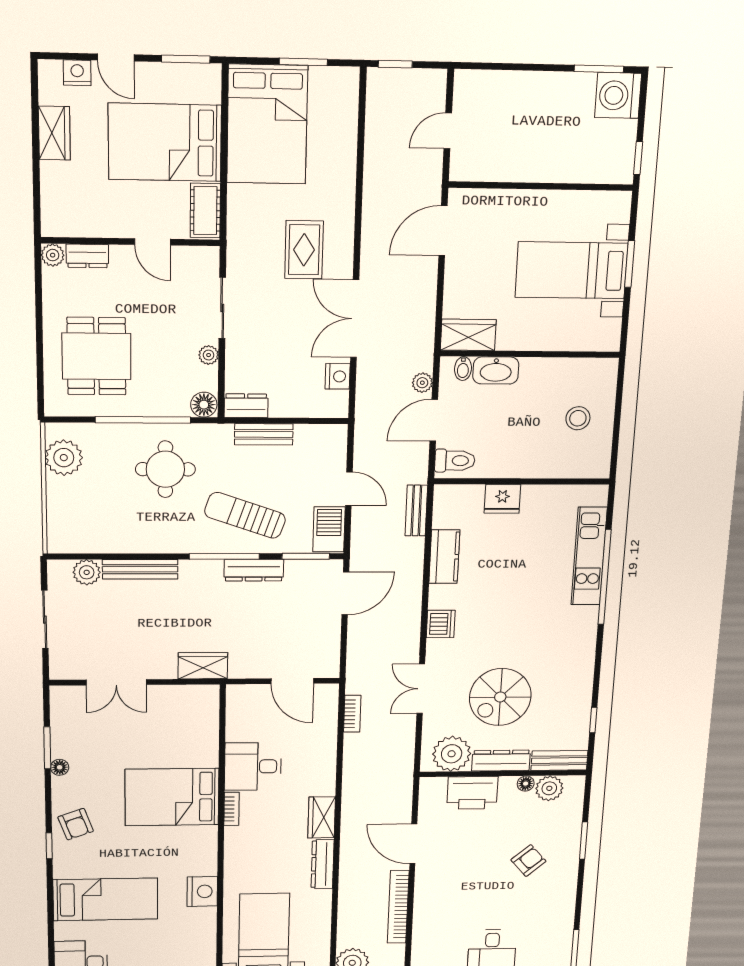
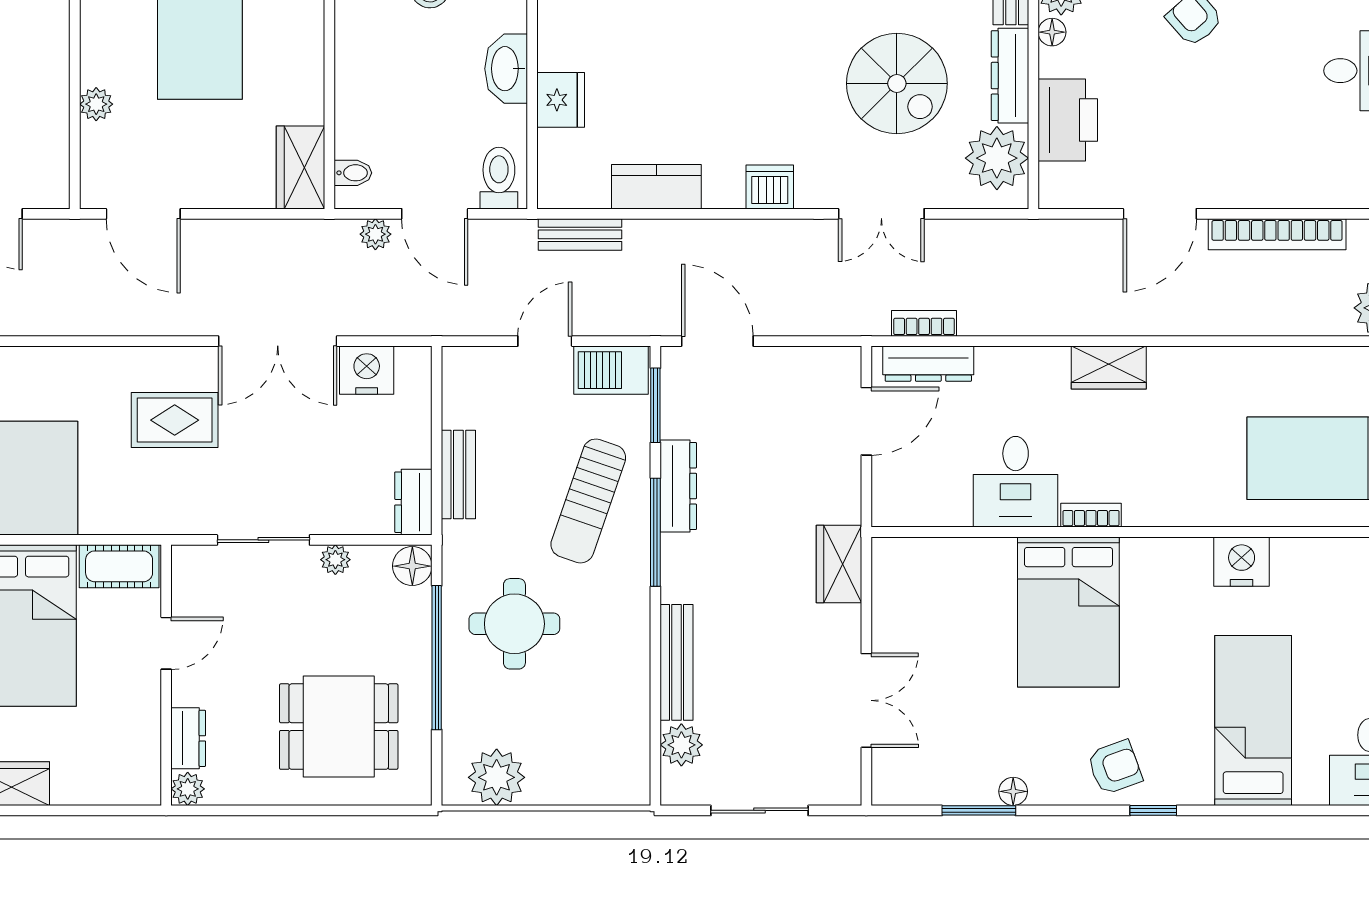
plant: (518, 200) -> (96, 104), added
washbasin: (496, 370) -> (506, 69), moved, turned 180
nightstand: (338, 376) -> (367, 370), width x1.36, depth x1.33
dresser: (323, 864) -> (928, 364), moved

